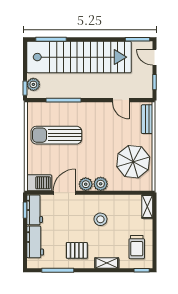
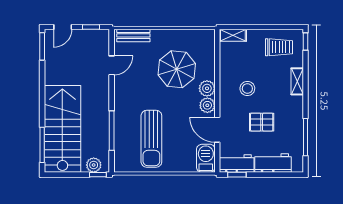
stairs: (79, 57) -> (62, 129), width x0.73
parasol: (133, 162) -> (177, 69), moved
pallet: (77, 250) -> (262, 122), moved, turned 90

